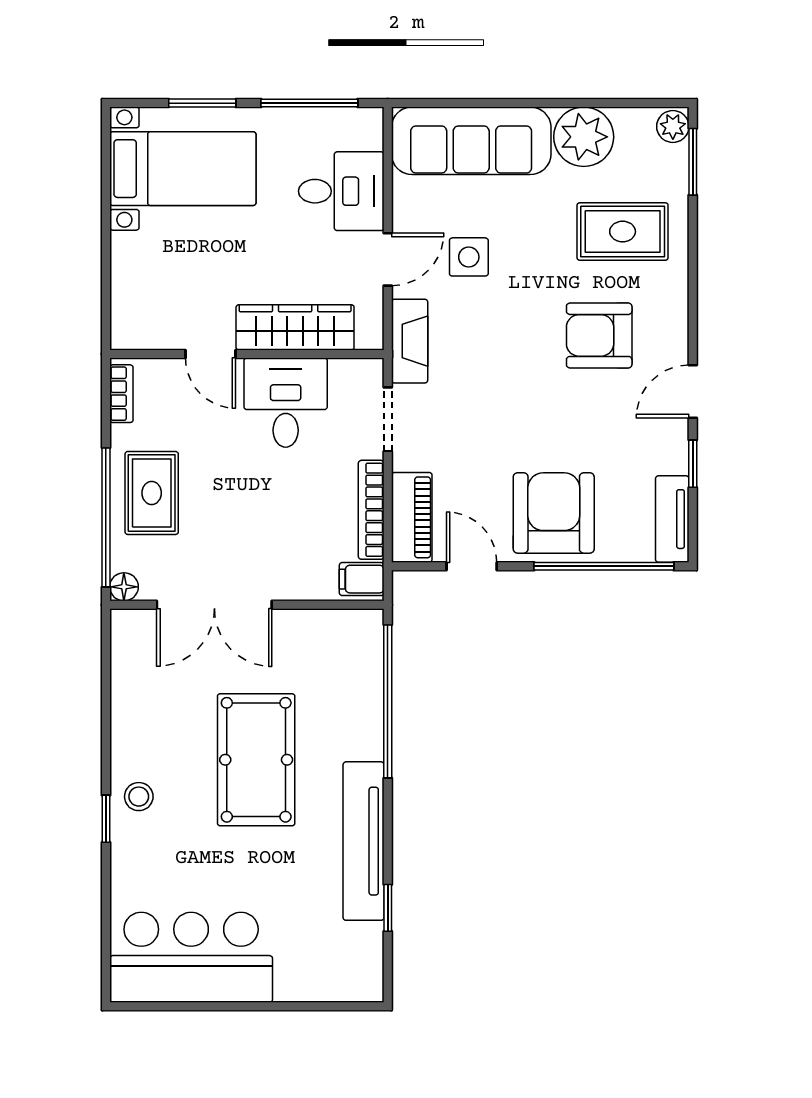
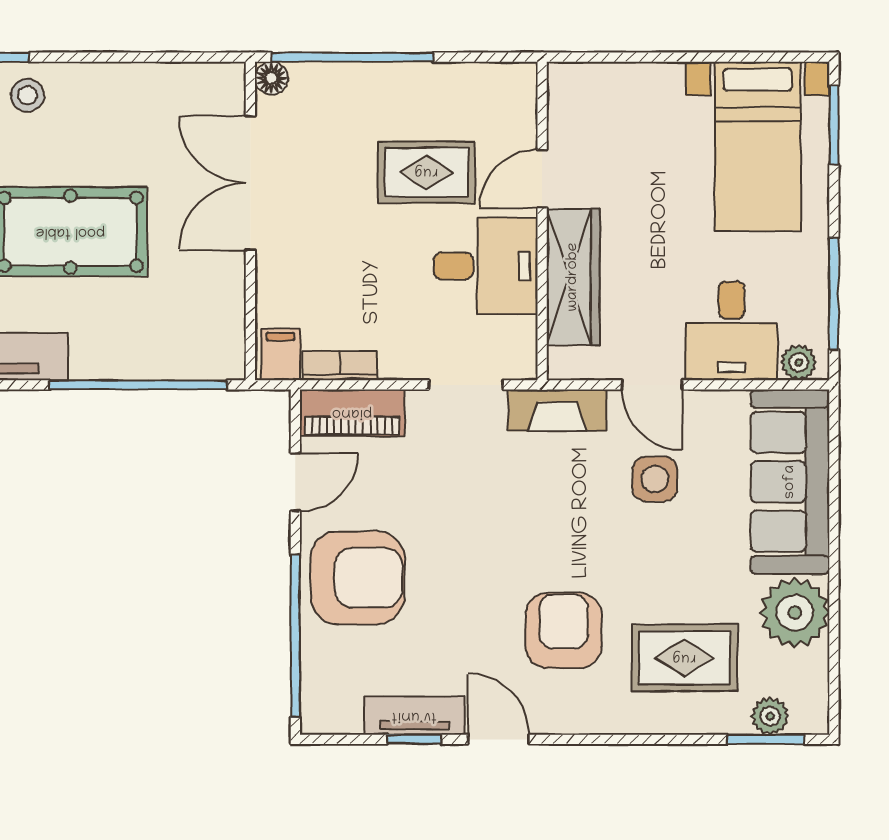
window: (202, 103) -> (834, 125), moved
plant: (673, 126) -> (770, 716), moved
plant: (369, 133) -> (799, 362), added
rug: (623, 232) -> (684, 658), turned 90
bookcase: (121, 394) -> (496, 75), removed
rug: (152, 493) -> (426, 172), moved
bookcase: (371, 510) -> (340, 366), width x0.64
tv unit: (672, 519) -> (414, 716), moved

